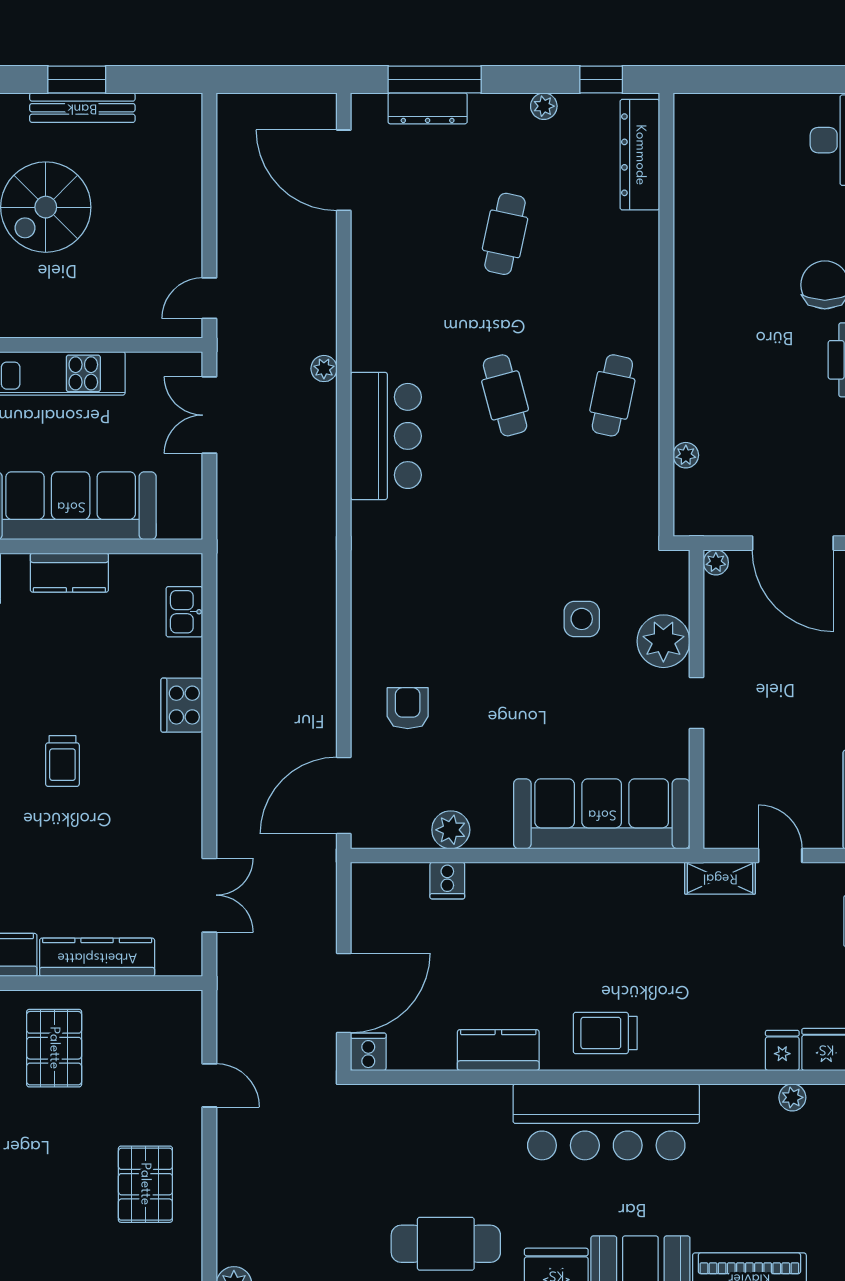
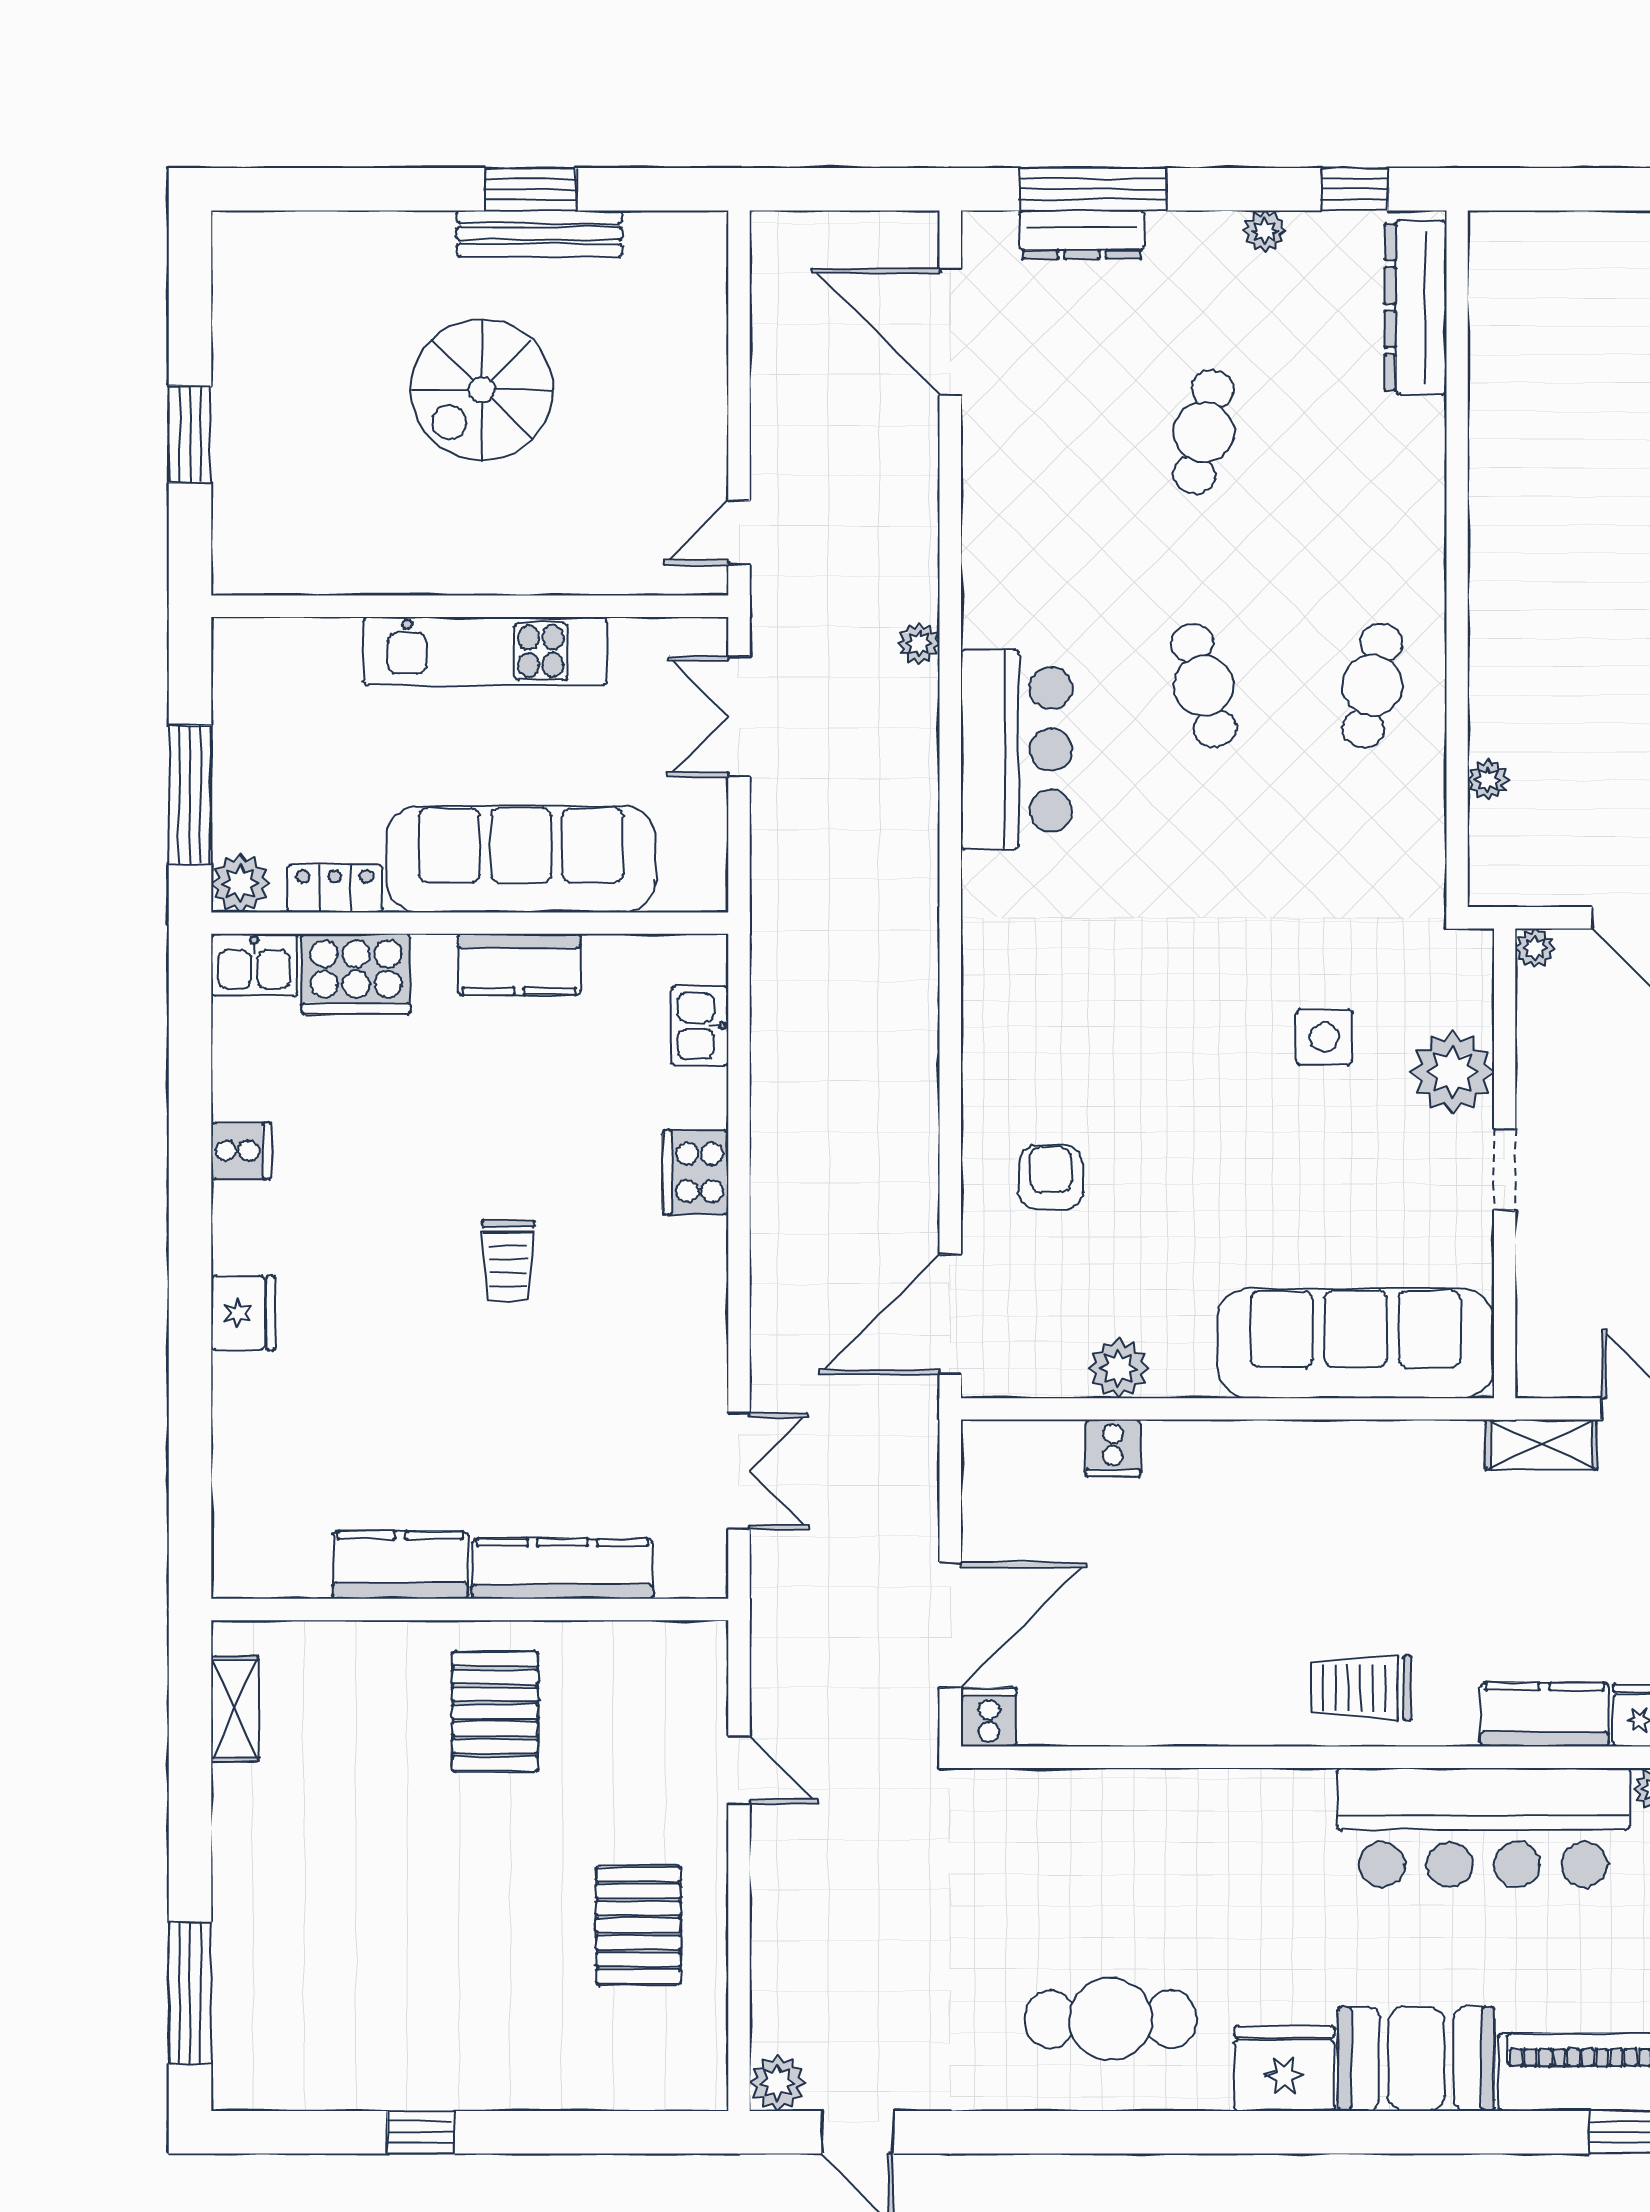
kitchen counter: (498, 1050) -> (1545, 1715), moved
bar counter: (606, 1122) -> (1483, 1828), moved

